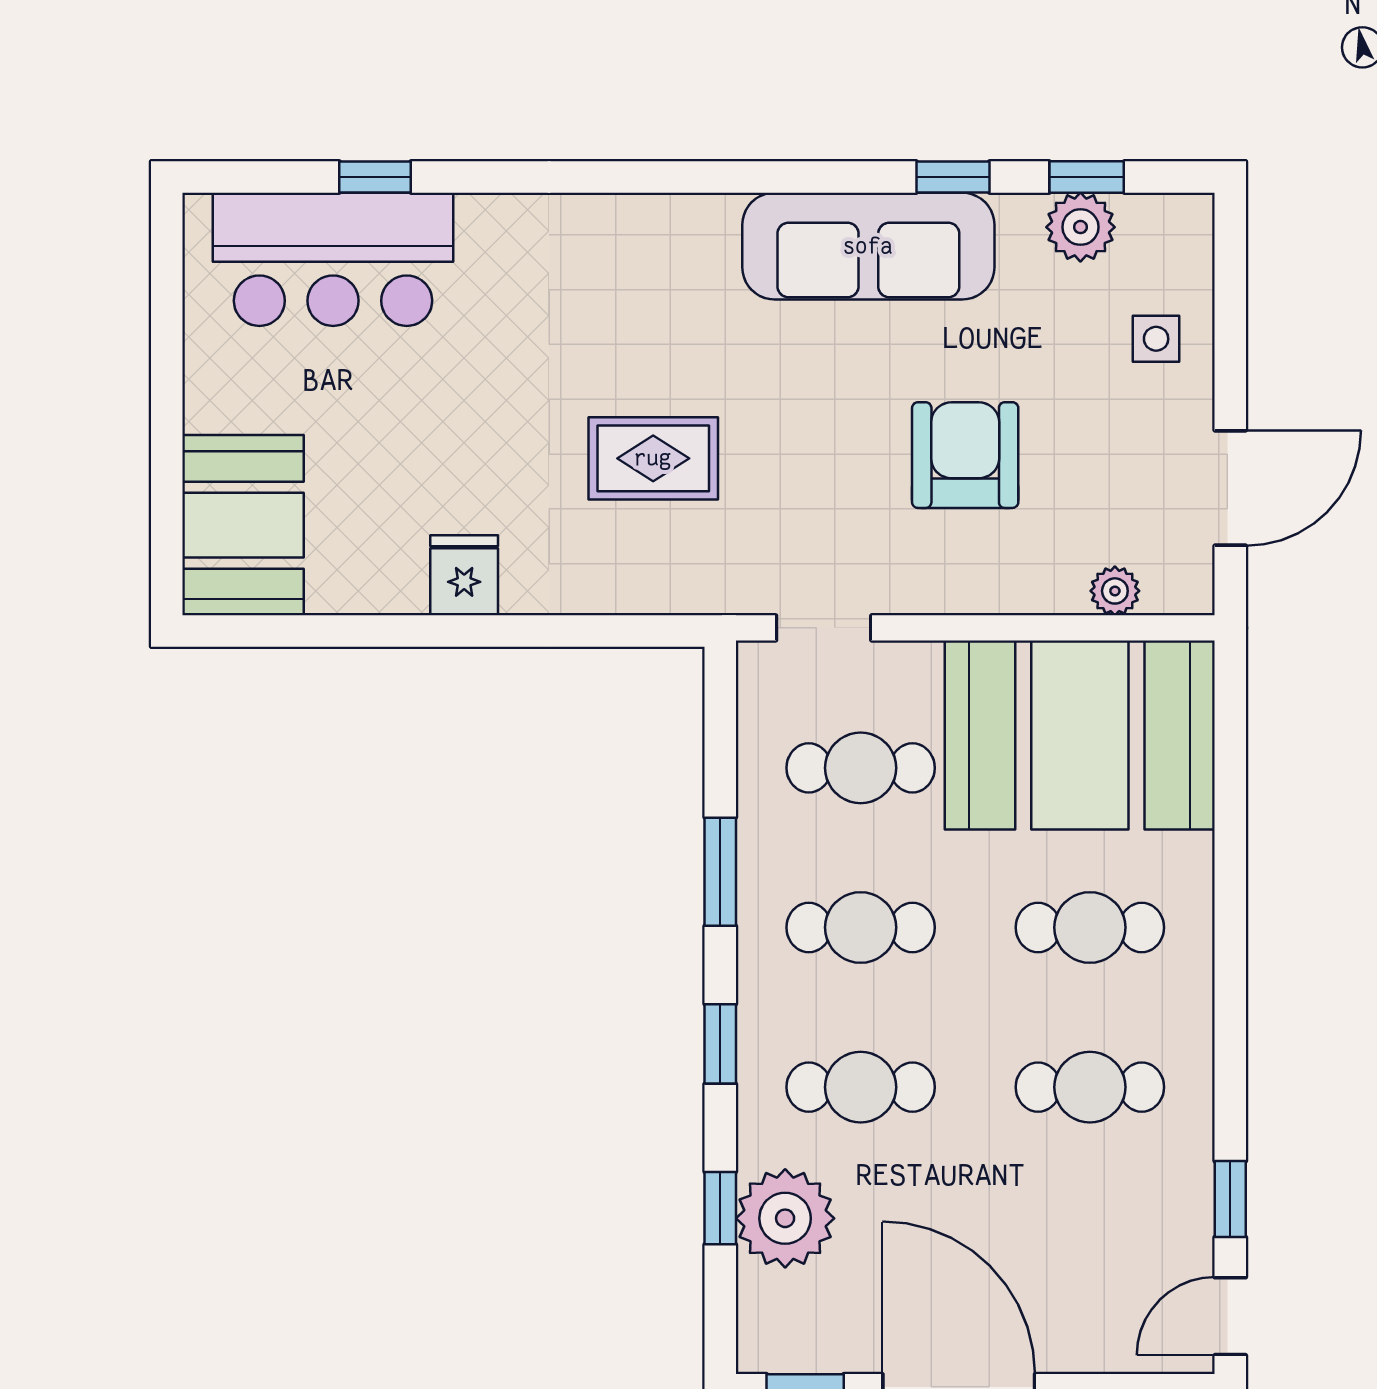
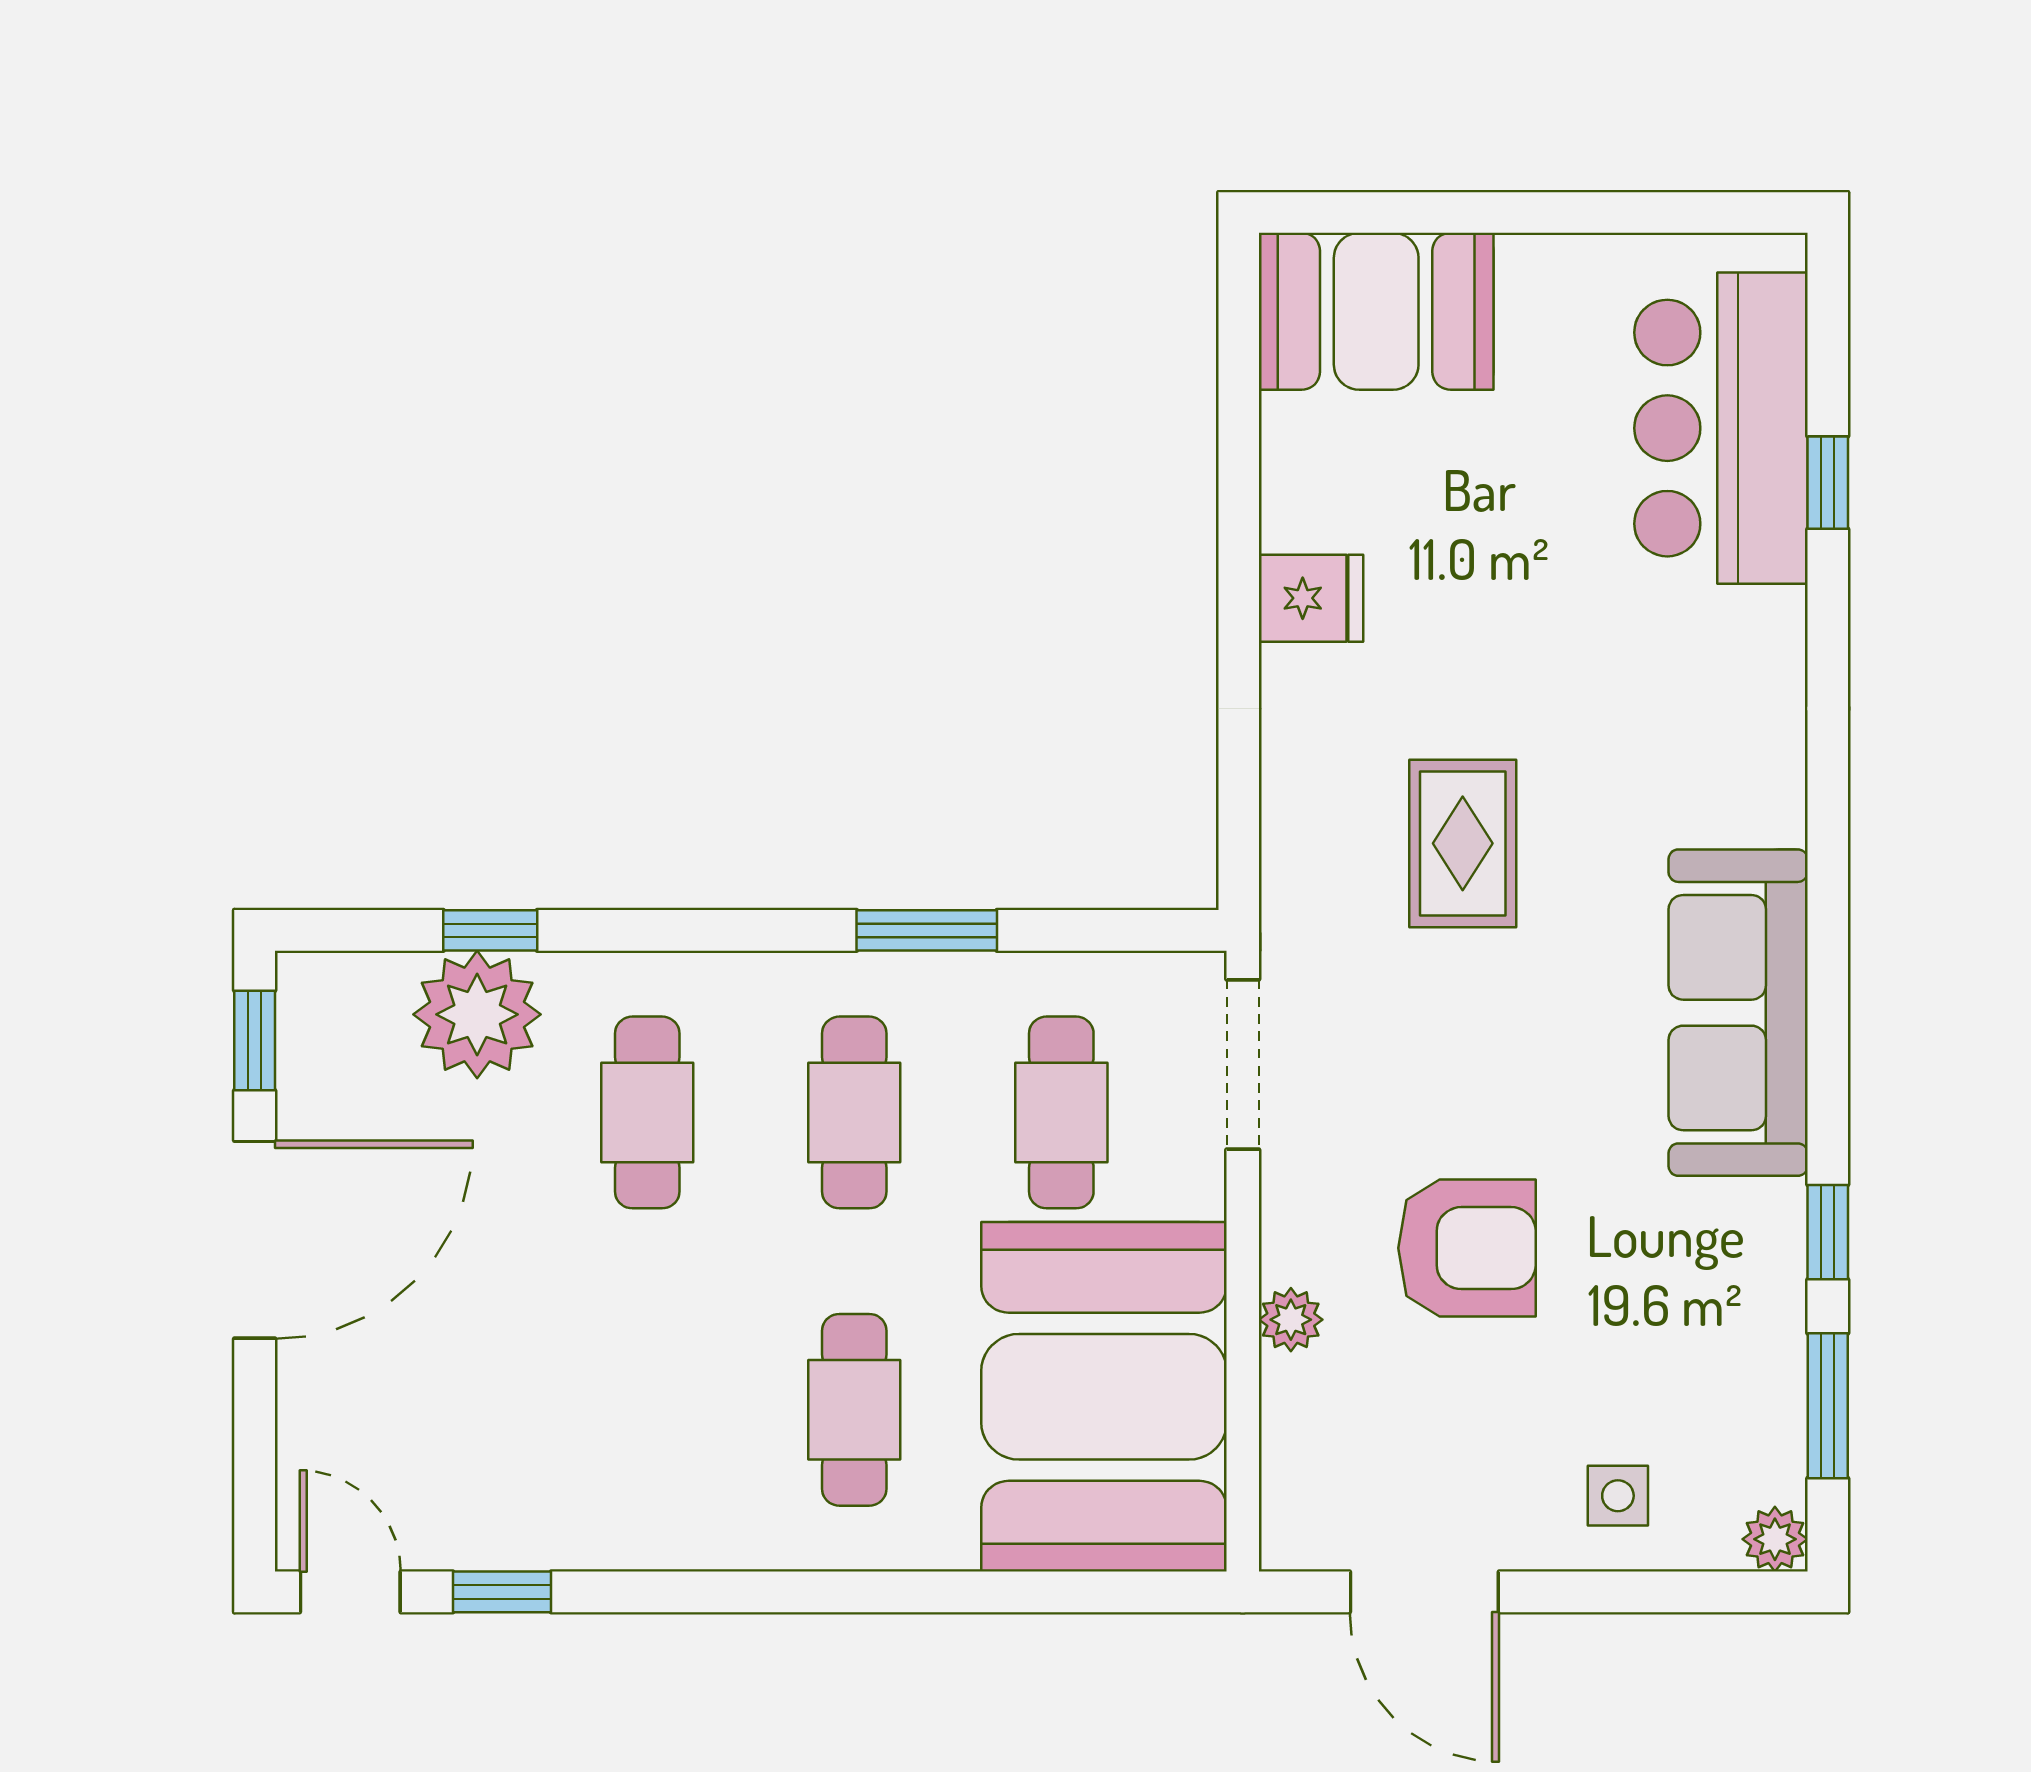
window: (1087, 177) -> (1828, 1406), width x1.50
plant: (1080, 227) -> (1775, 1539), moved, width x0.73, depth x0.73
sofa: (868, 246) -> (1738, 1013), moved
plant: (1115, 591) -> (1291, 1320), moved
doorway: (824, 628) -> (1243, 1065), width x1.38
window: (720, 1044) -> (703, 930), removed
cafe table: (1090, 1087) -> (647, 1410), removed

